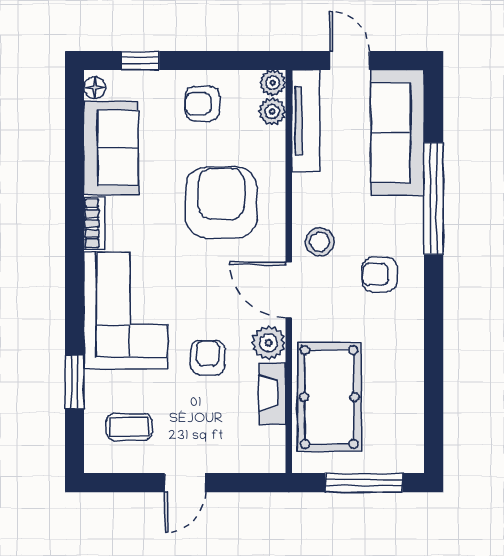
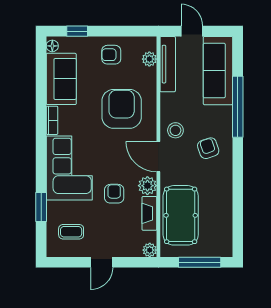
plant: (273, 83) -> (150, 250), moved
armchair: (380, 274) -> (208, 148), turned 71

